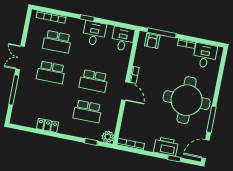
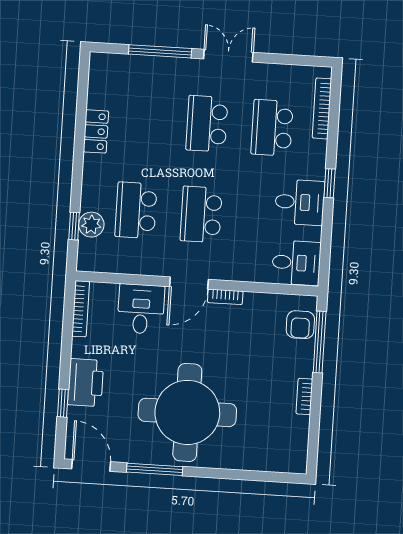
armchair: (152, 41) -> (300, 325), turned -90
desk: (205, 56) -> (141, 309), moved, turned -90
plant: (108, 137) -> (91, 225), moved

